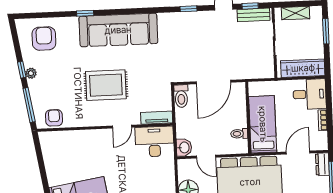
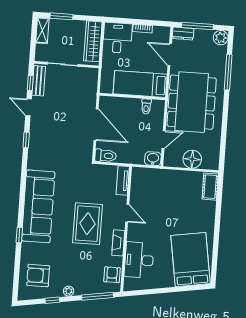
shelving: (296, 13) -> (42, 30), moved
window: (22, 70) -> (52, 300), moved
armchair: (54, 118) -> (112, 275), turned 90
fireplace: (89, 121) -> (118, 243), added
desk: (154, 142) -> (139, 260), moved

